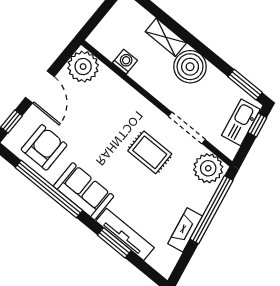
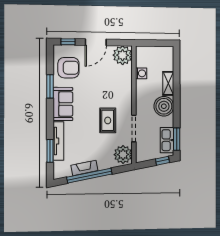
kitchen sink: (241, 122) -> (167, 140), moved, turned -79
window: (49, 189) -> (50, 86), width x0.47
window: (211, 210) -> (89, 176), moved
window: (114, 243) -> (50, 151), moved

